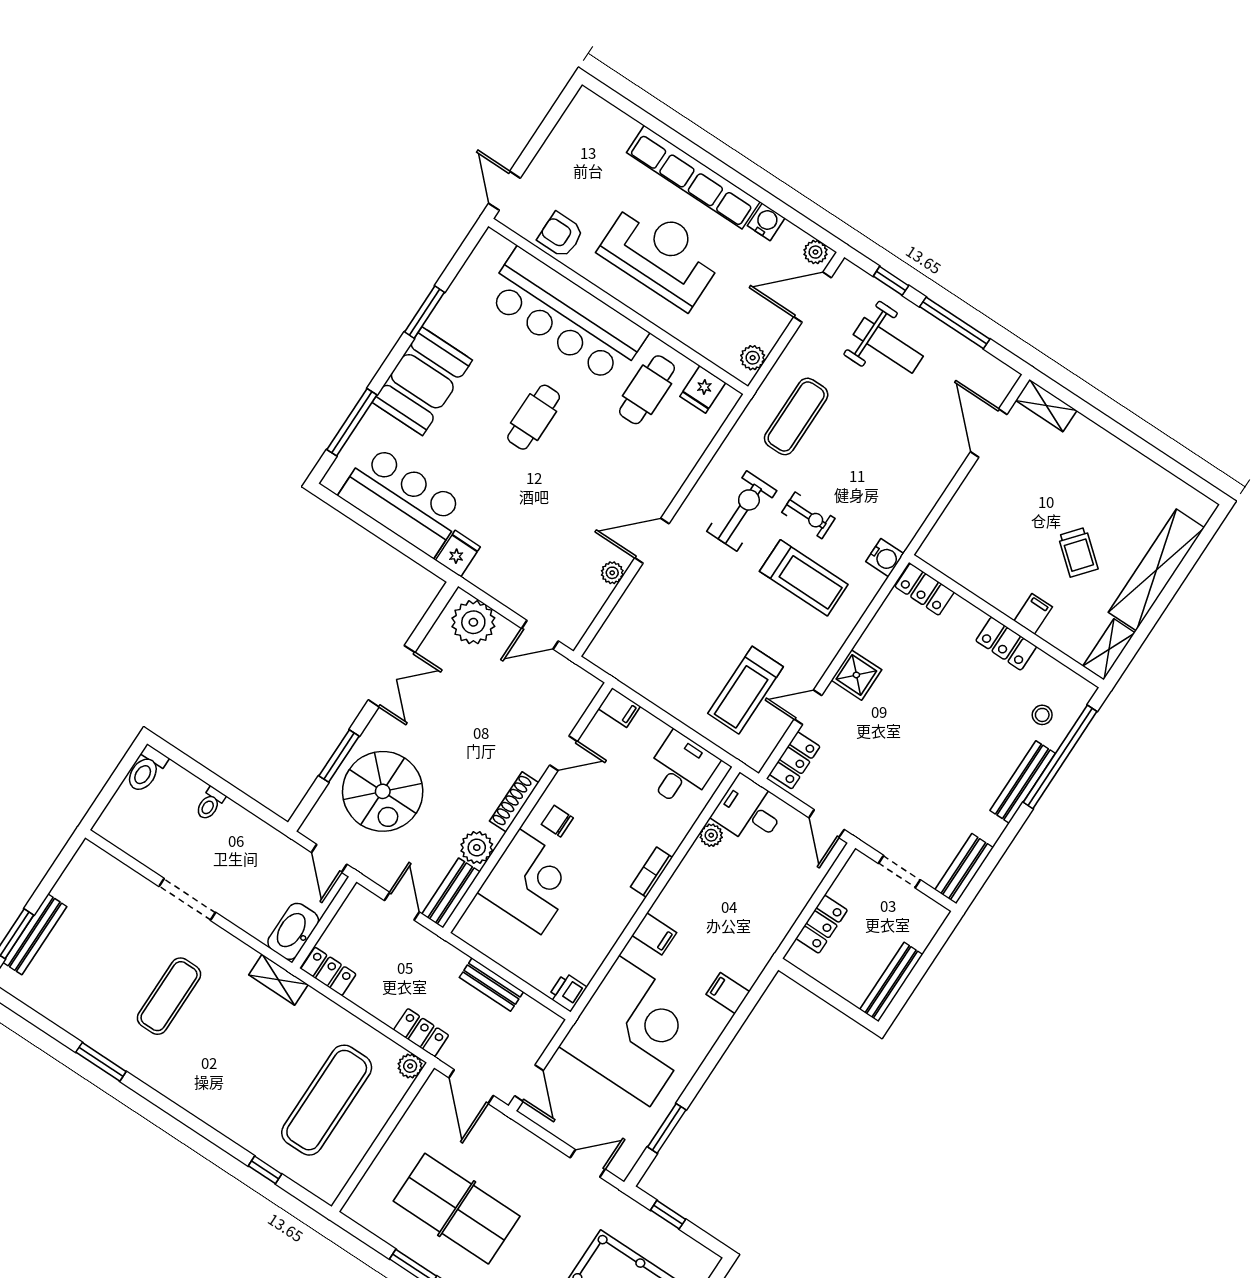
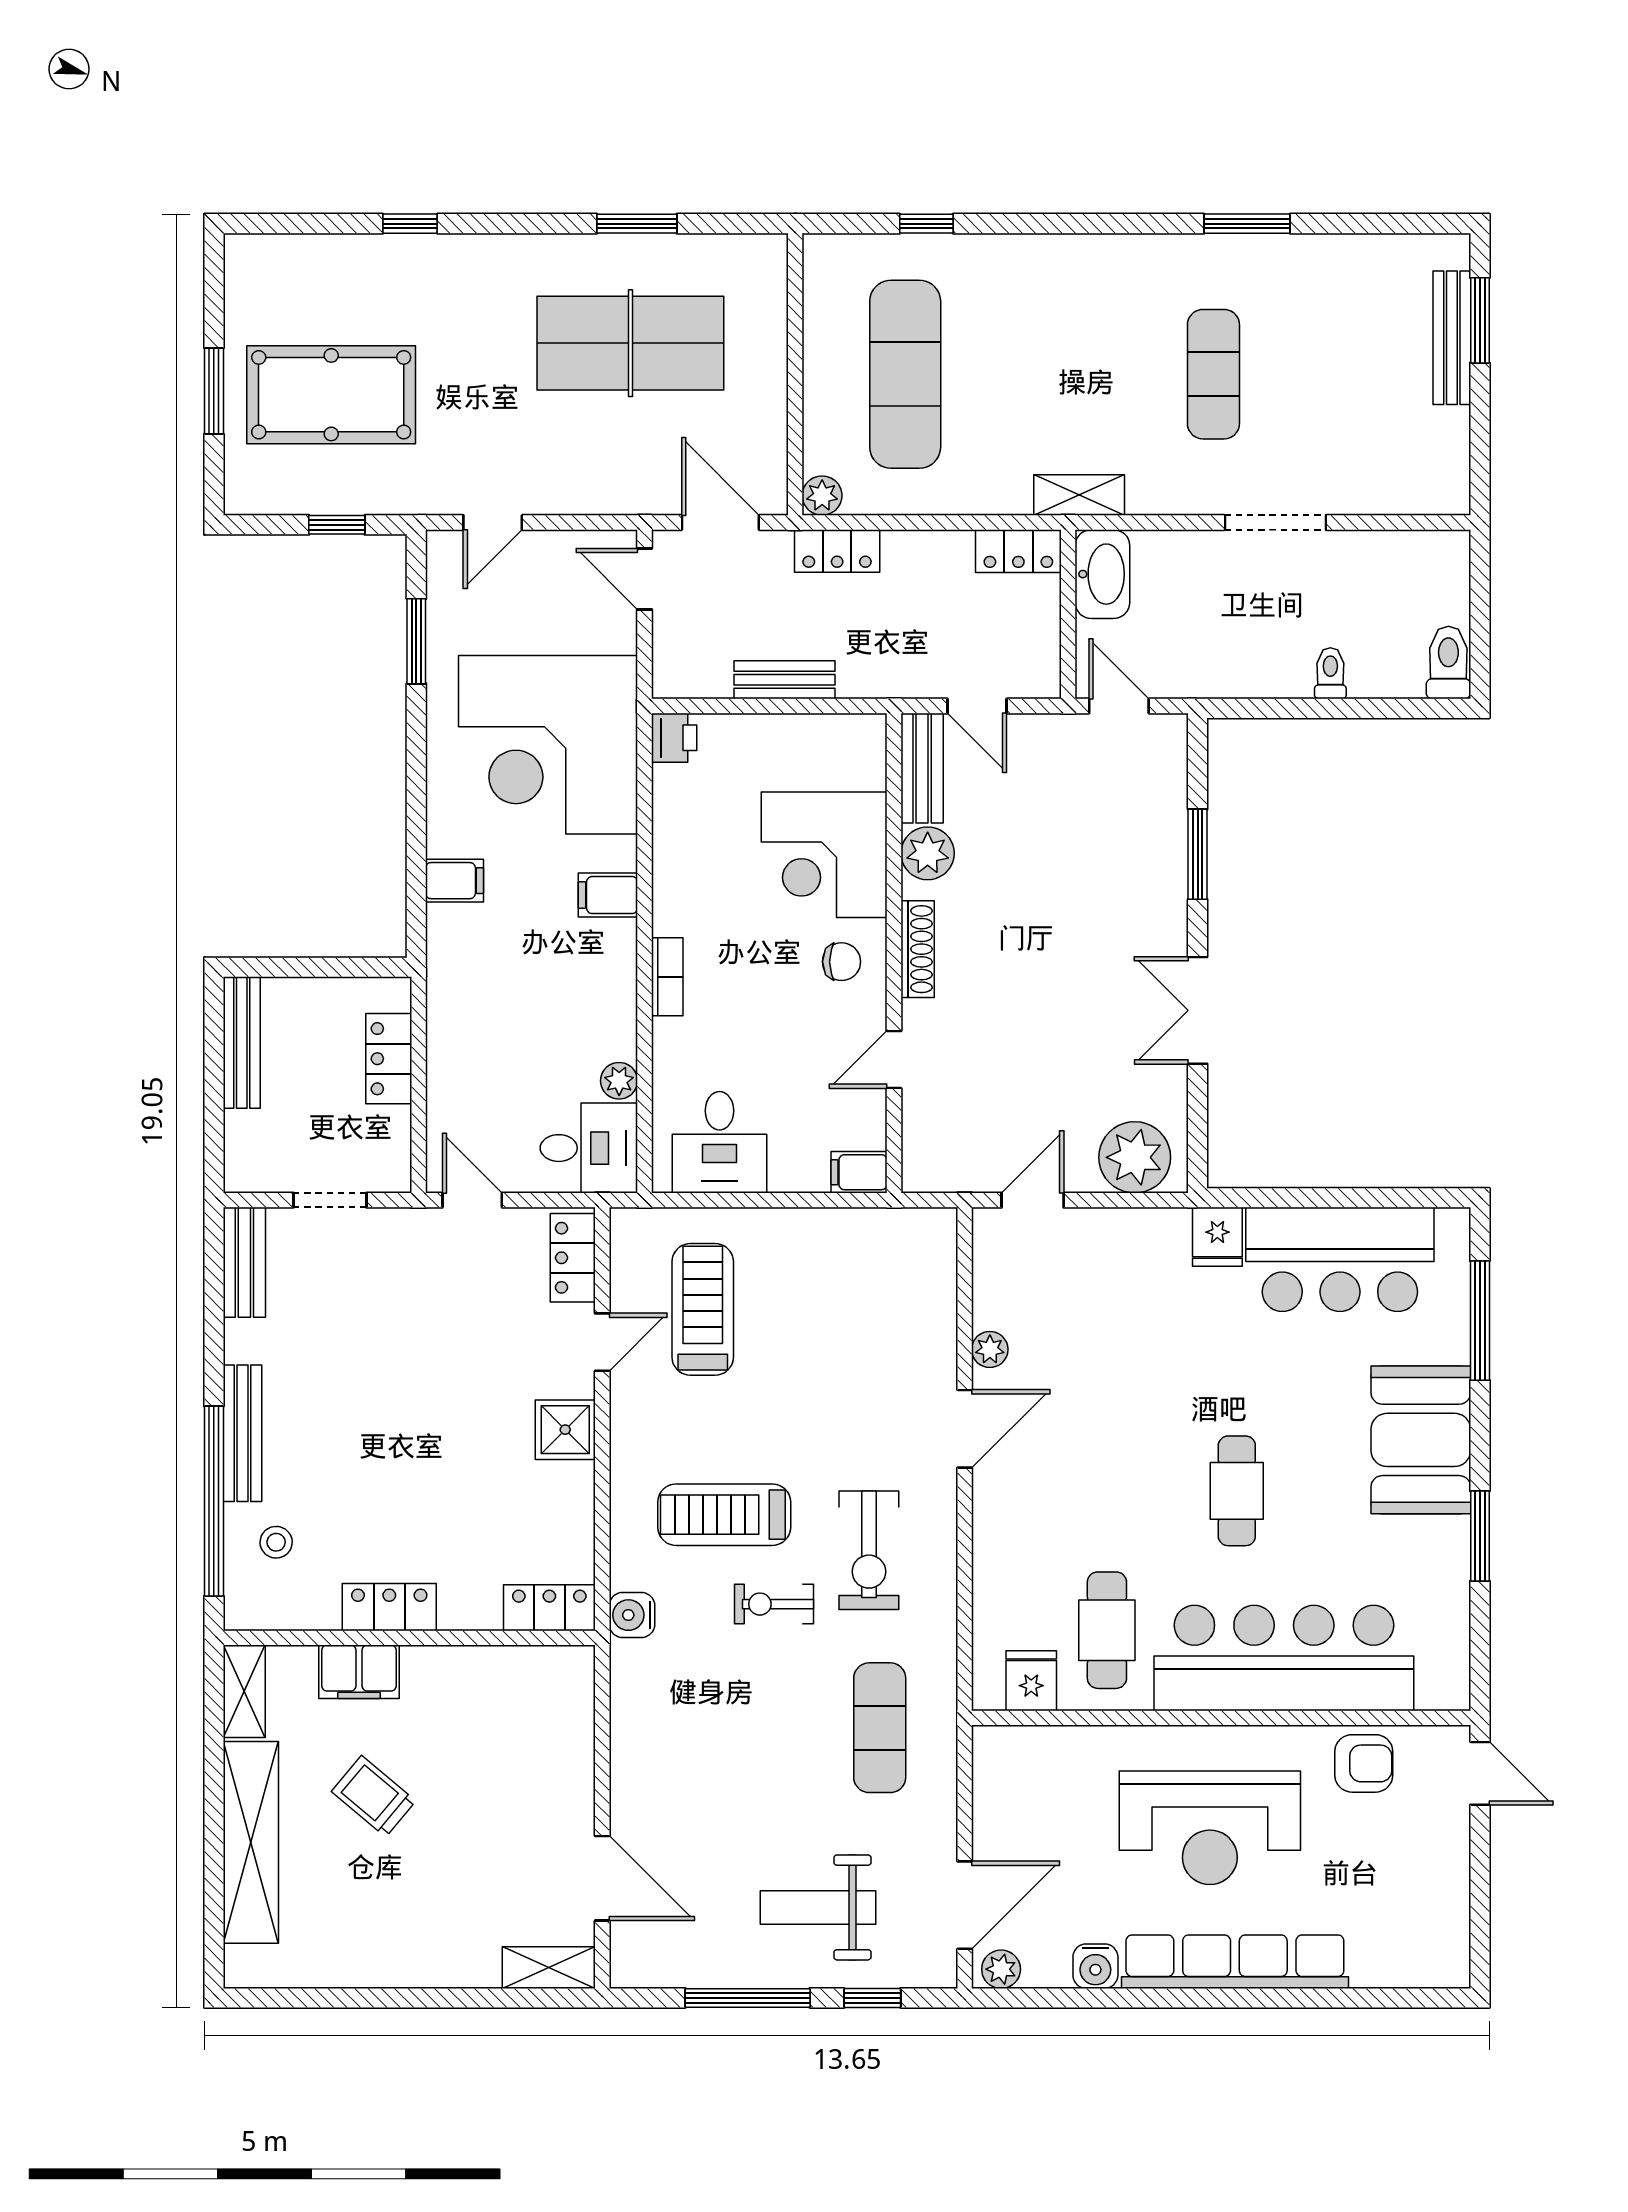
plant: (753, 358) -> (992, 1769), removed
filing cabinet: (1033, 614) -> (359, 1672), width x2.00
spiral stairs: (383, 791) -> (1106, 845), removed

